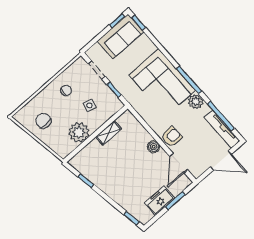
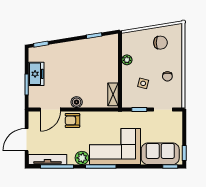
sofa: (120, 36) -> (160, 154), moved, turned 90
plant: (79, 132) -> (127, 60), width x0.53, depth x0.53
shelving: (108, 133) -> (113, 94), moved
armchair: (172, 137) -> (72, 120), turned 90
door: (179, 163) -> (50, 109), swing flipped

